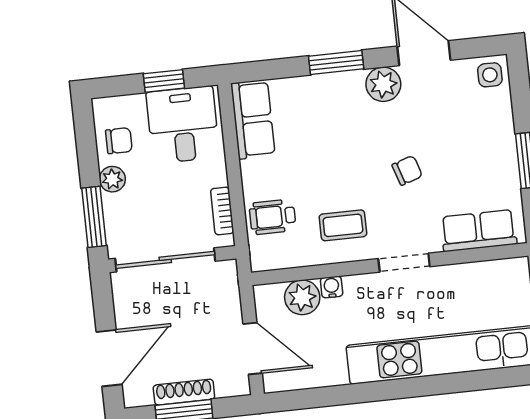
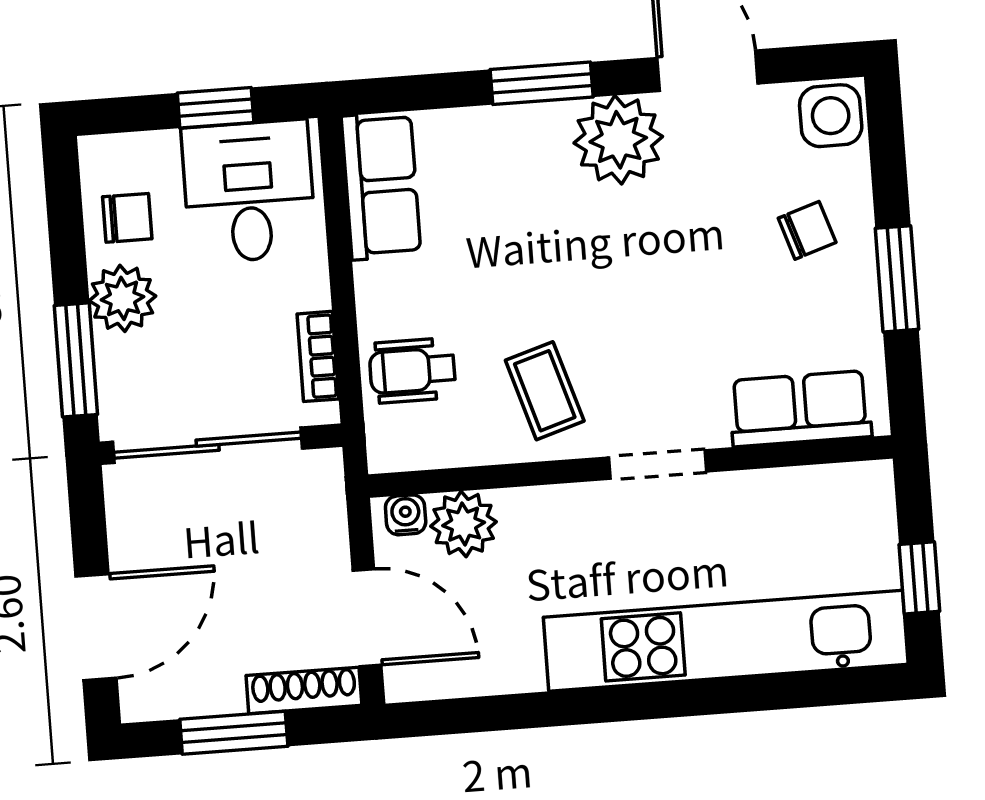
side table: (490, 75) -> (831, 116), width x1.37, depth x1.37
plant: (383, 84) -> (618, 140), width x1.36, depth x1.36
chair: (407, 170) -> (807, 230), moved
plant: (112, 179) -> (122, 298), width x1.38, depth x1.38
coffee table: (343, 225) -> (545, 391), turned 73
water cooler: (332, 287) -> (406, 515), moved
shoe rack: (184, 392) -> (304, 690), moved

